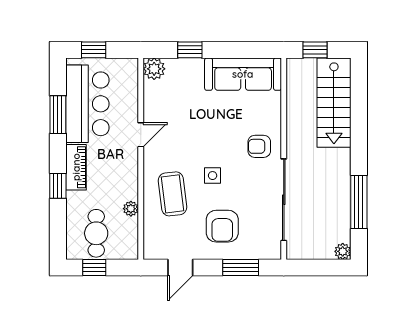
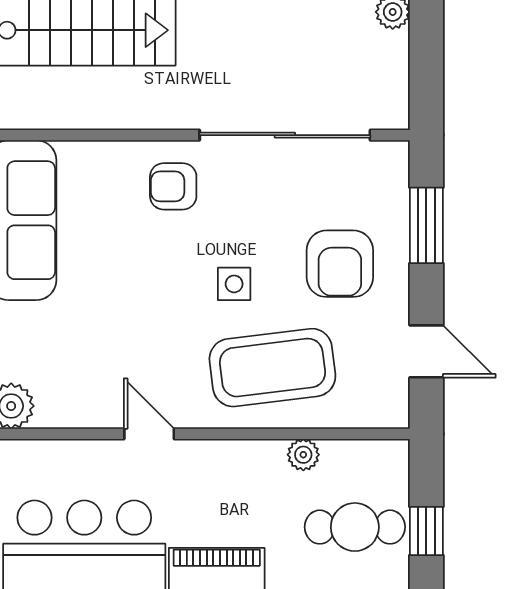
armchair: (259, 146) -> (173, 186), turned 90
coffee table: (173, 194) -> (272, 368), width x1.36, depth x1.32
armchair: (222, 226) -> (340, 264), turned 90

